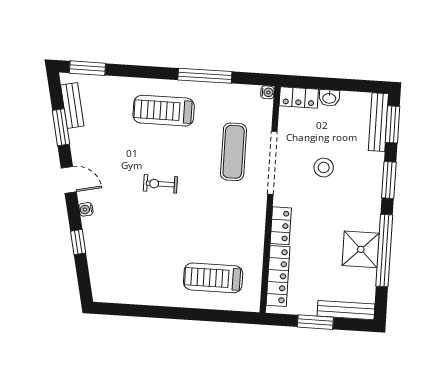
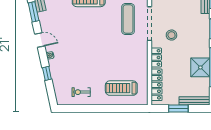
stool: (324, 167) -> (171, 35), moved
exercise bike: (160, 184) -> (81, 92), moved

